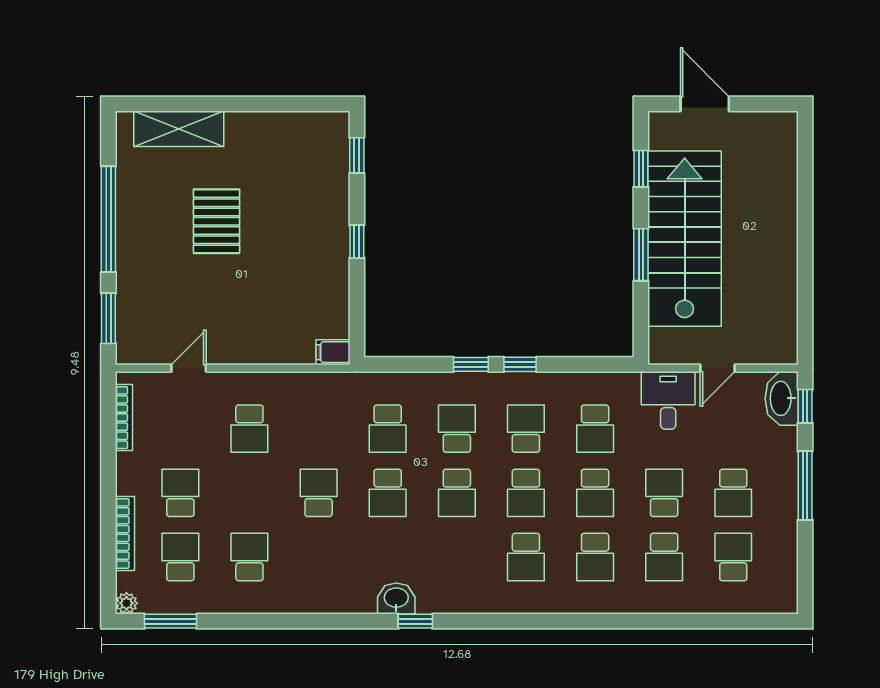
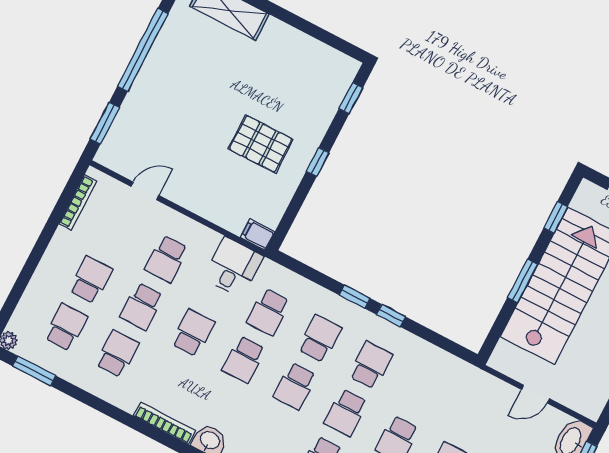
pallet: (217, 221) -> (261, 144), moved, turned 90
desk: (668, 400) -> (233, 267), moved
school desk: (595, 429) -> (142, 306), moved
bookcase: (125, 534) -> (164, 423), moved, turned -90

